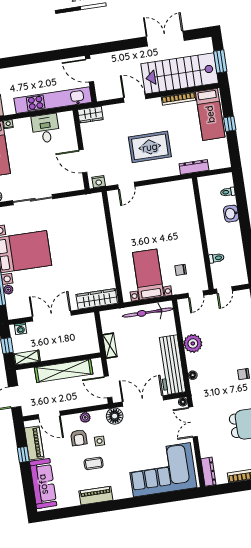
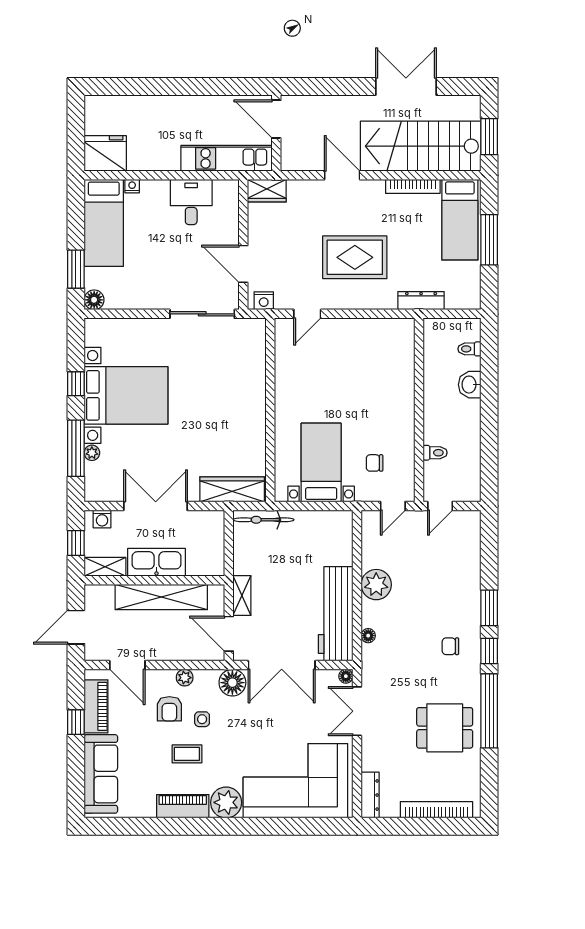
kitchen unit: (53, 100) -> (227, 158), width x0.73
window: (230, 124) -> (489, 240), width x2.17
sliding door: (33, 200) -> (202, 314), moved
bicycle: (148, 312) -> (264, 520), moved, width x0.73, depth x0.71
shelving: (110, 346) -> (242, 596), moved
kitchen sink: (58, 350) -> (157, 562), added
double door: (143, 401) -> (282, 665), swing flipped
plant: (122, 489) -> (226, 802), added

